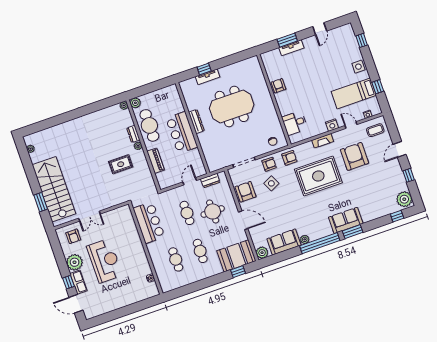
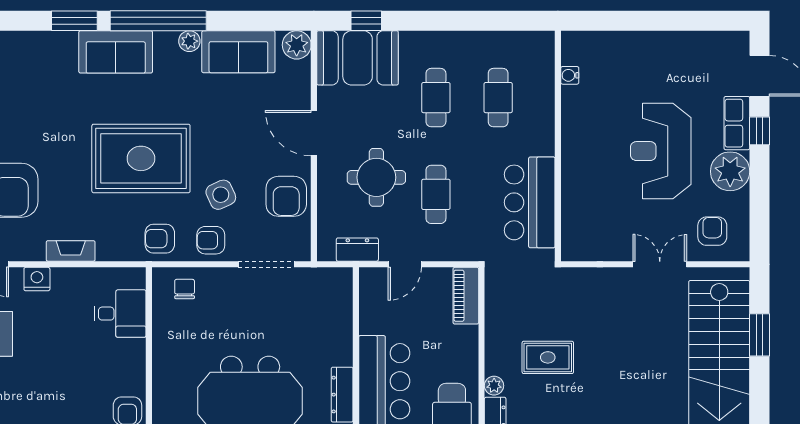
piano: (156, 161) -> (466, 296), moved
rug: (318, 176) -> (141, 158), moved
sofa: (346, 220) -> (116, 52), moved

